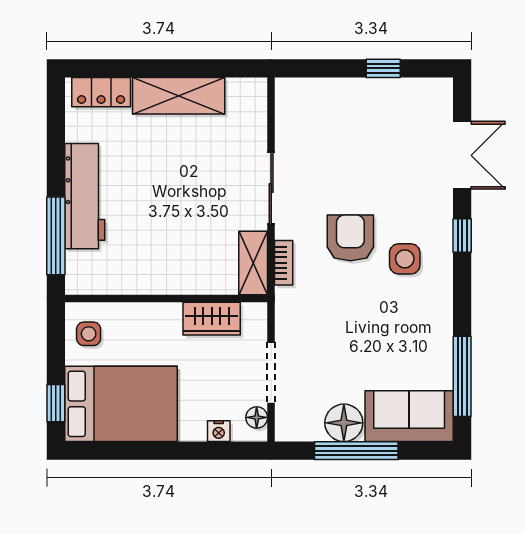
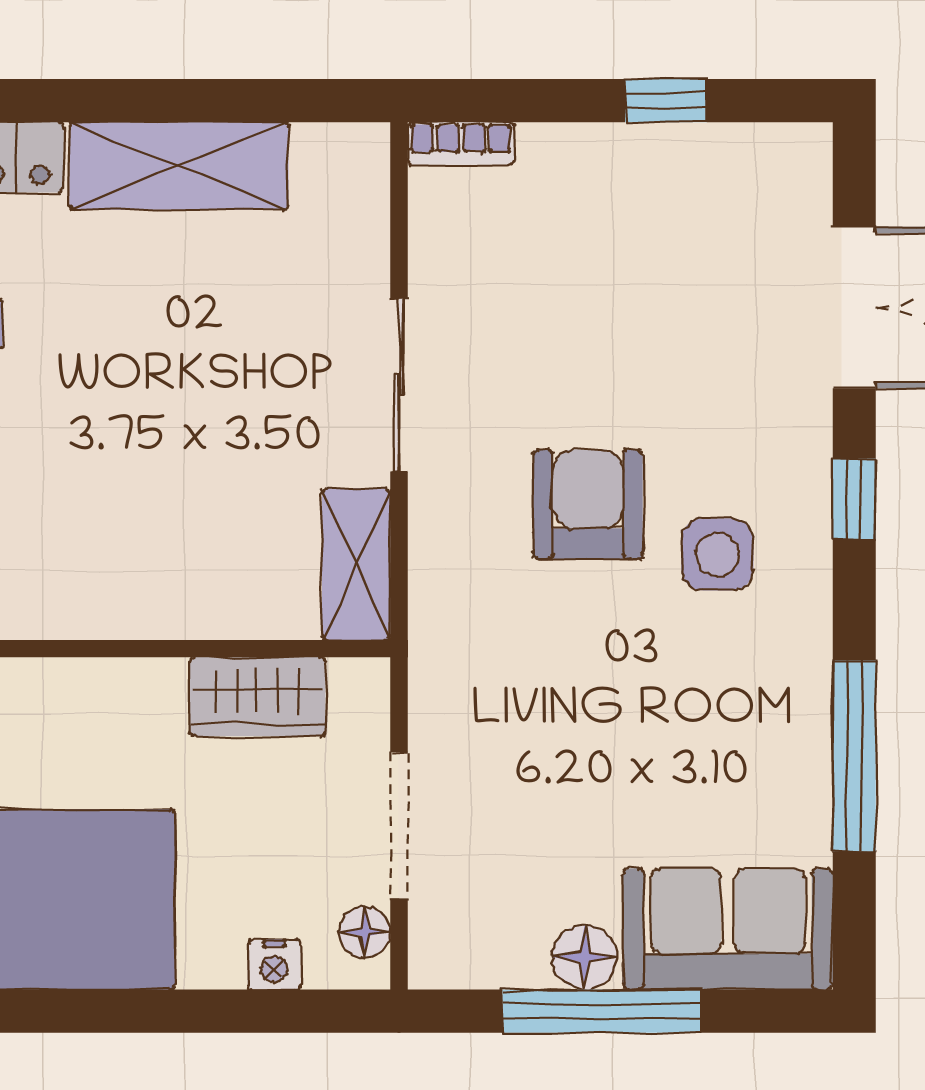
bookcase: (284, 263) -> (461, 143), moved, turned 90
window: (462, 376) -> (854, 756), moved
floor lamp: (344, 423) -> (585, 957), width x0.73, depth x0.73

